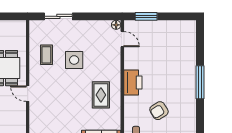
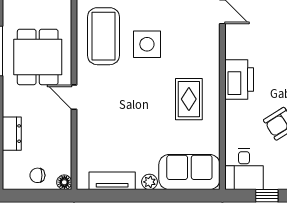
coffee table: (46, 55) -> (103, 36), width x1.86, depth x1.72

